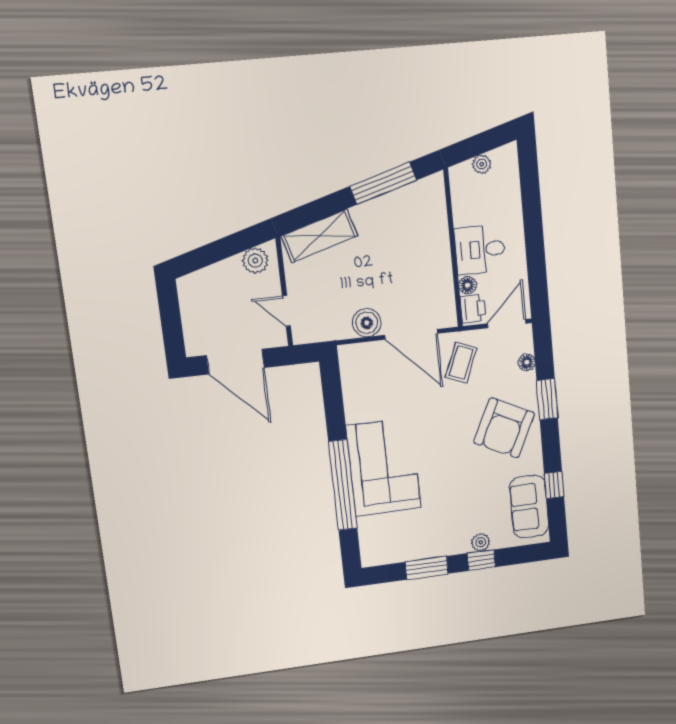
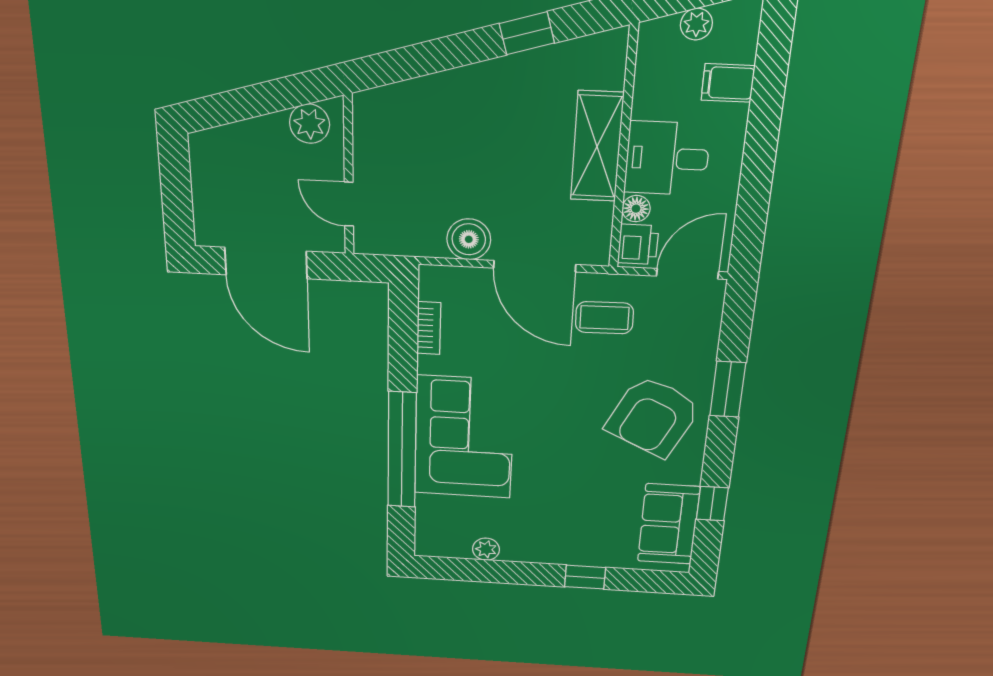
window: (383, 183) -> (527, 33), width x0.46
filing cabinet: (507, 197) -> (728, 83), added
shelving: (319, 236) -> (597, 147), moved, turned -74
floor lamp: (527, 362) -> (707, 334), removed
coffee table: (461, 363) -> (604, 318), turned 67
bookcase: (349, 390) -> (429, 328), added
plant: (481, 542) -> (486, 549), moved
window: (427, 568) -> (505, 572), removed

